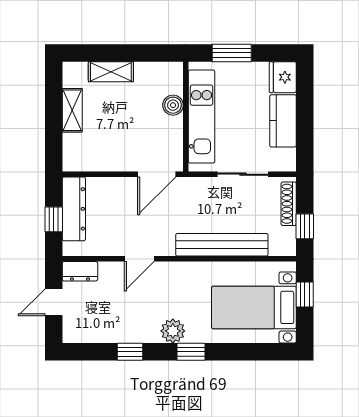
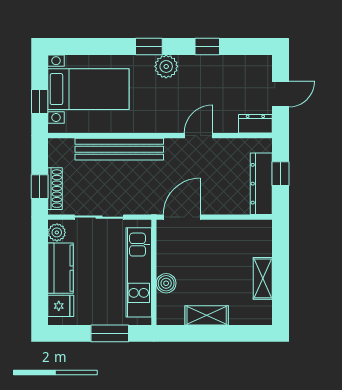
shelving: (111, 72) -> (207, 315), moved
fridge: (283, 77) -> (61, 306), width x0.72
plant: (287, 158) -> (57, 232), added
window: (305, 226) -> (40, 187), moved

